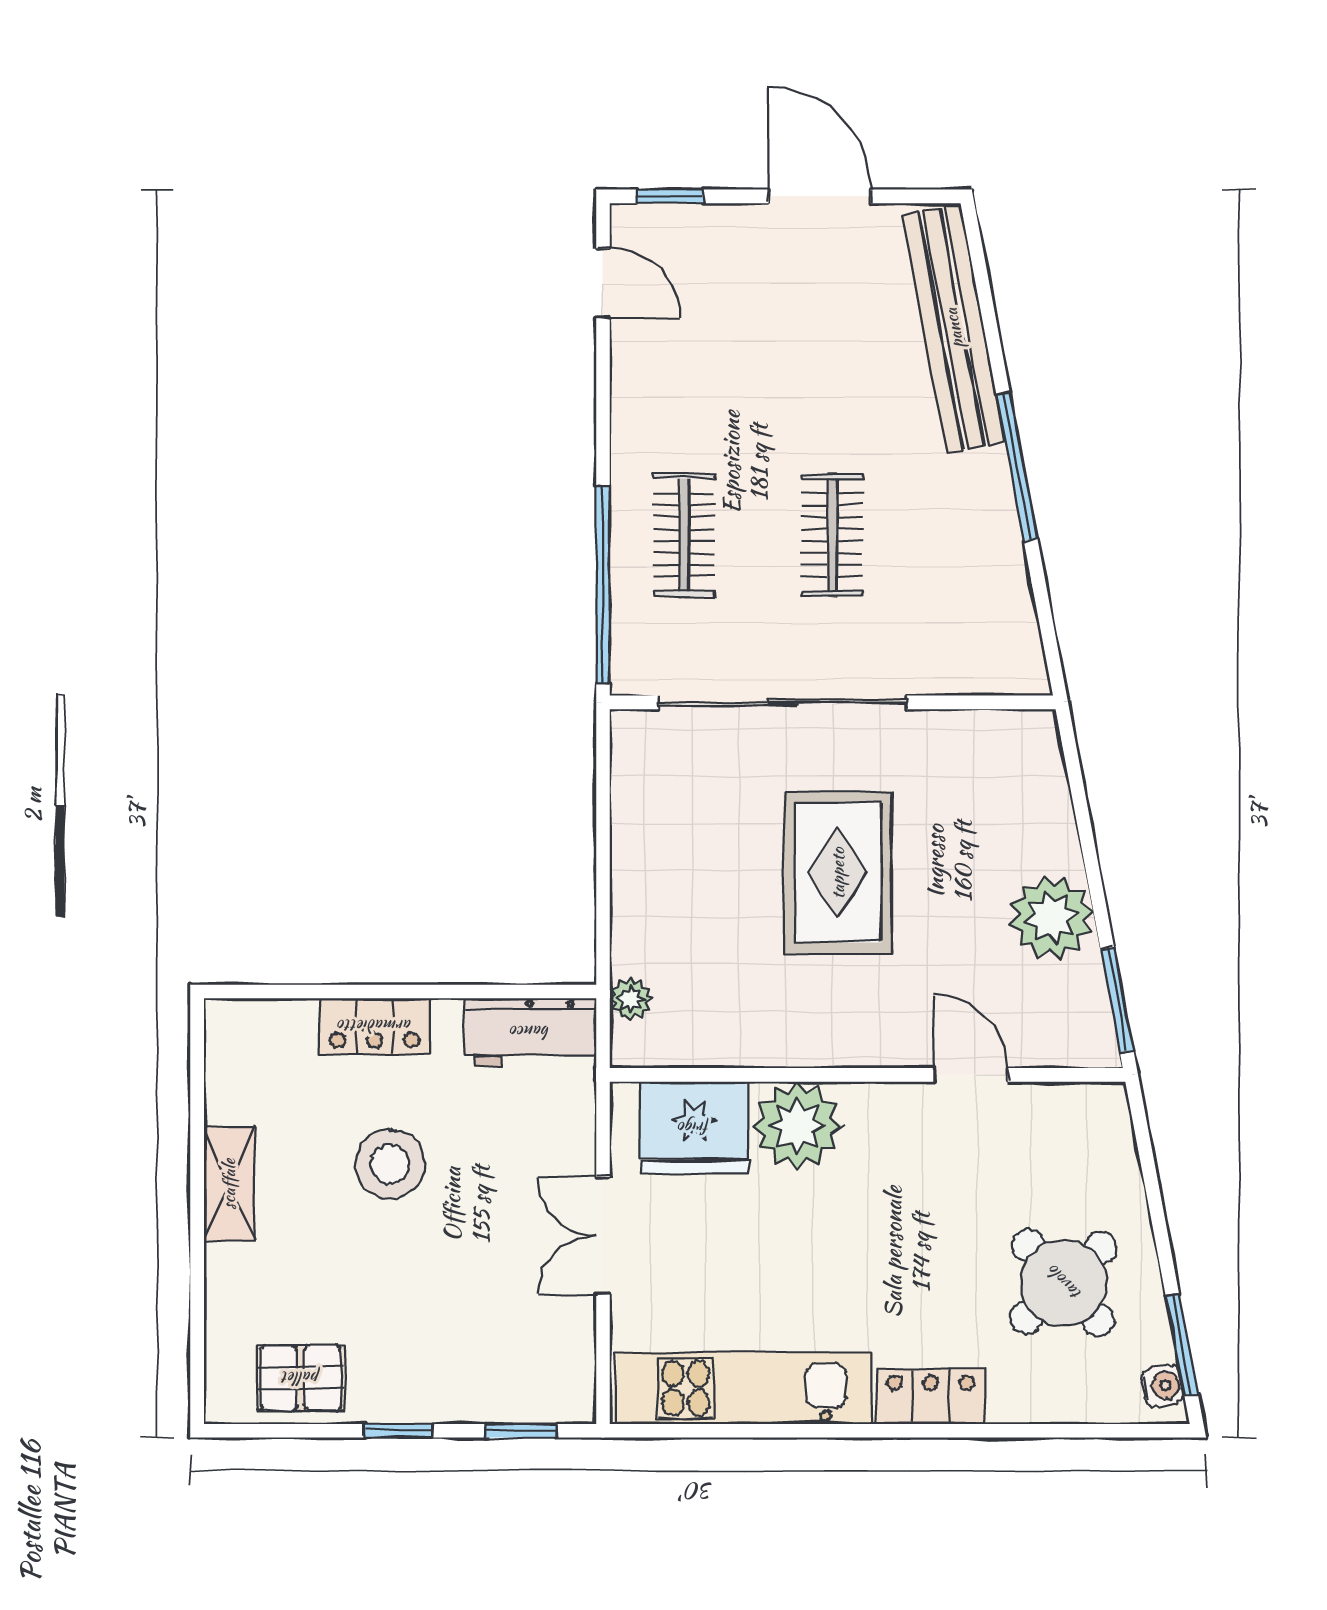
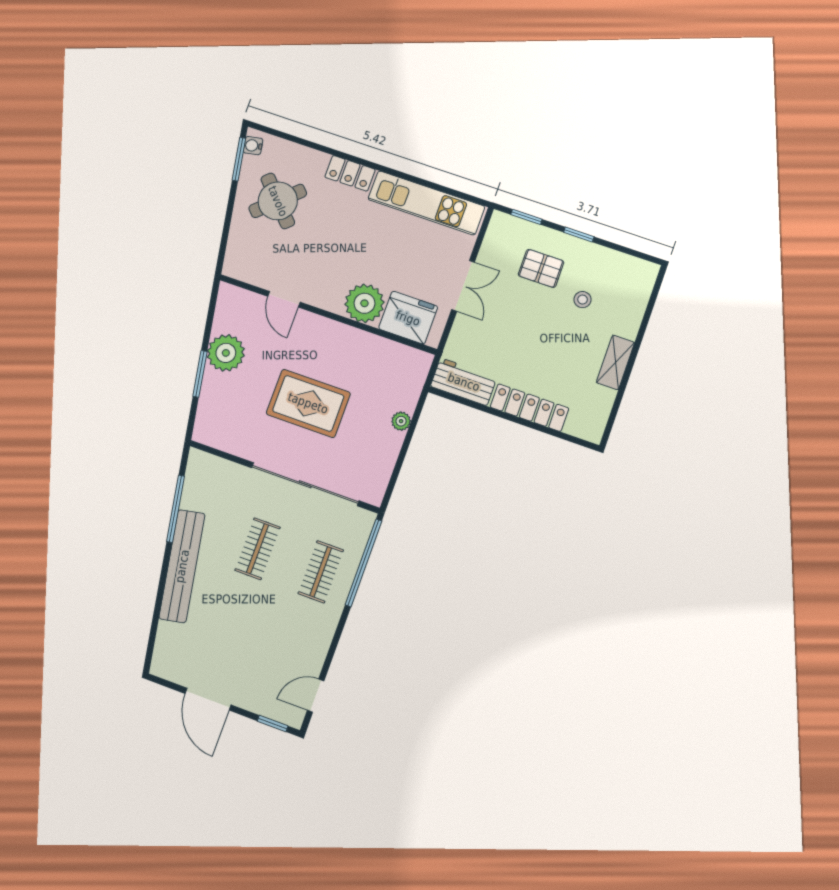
door: (603, 283) -> (316, 696), hinge flipped
bench: (954, 328) -> (182, 566), moved
window: (1017, 467) -> (176, 509), moved
rug: (838, 873) -> (308, 403), turned 90
plant: (631, 999) -> (401, 421), moved
window: (1117, 1000) -> (200, 374), moved
locker: (375, 1026) -> (529, 408), width x1.53
stool: (390, 1164) -> (583, 300), moved, width x0.53, depth x0.53
pallet: (301, 1378) -> (541, 268), moved

